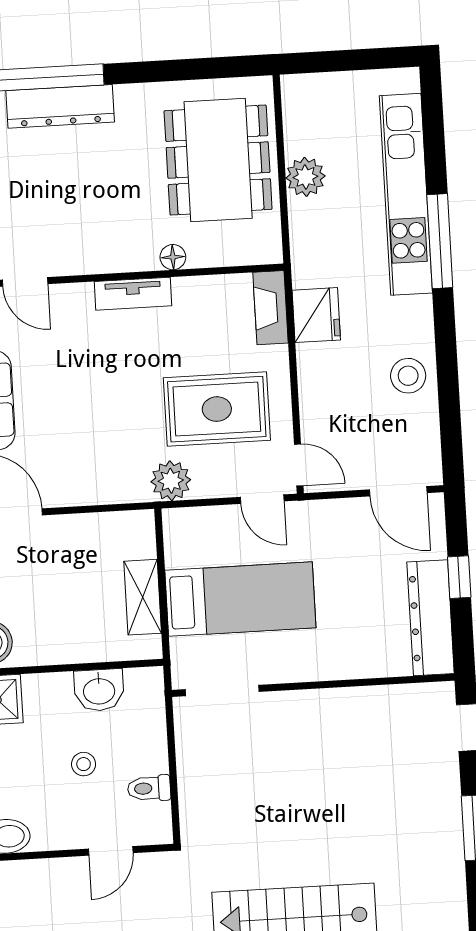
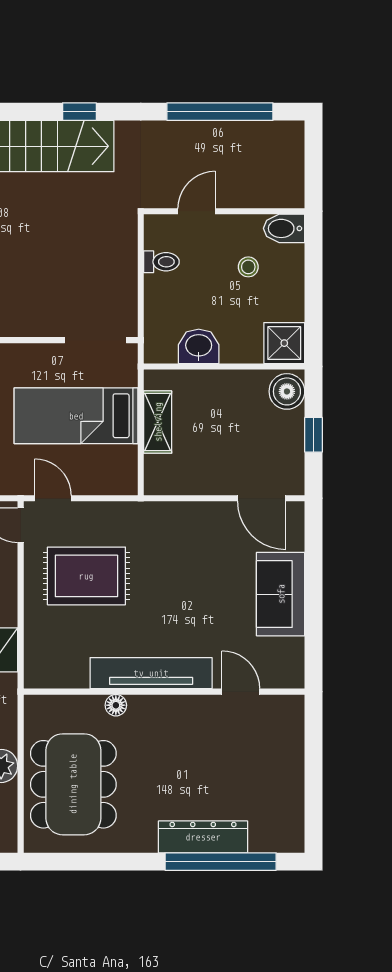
tv unit: (133, 294) -> (151, 673), width x1.92, depth x1.29
fireplace: (271, 308) -> (37, 658), removed
plant: (171, 481) -> (128, 518), removed
stool: (84, 764) -> (248, 267), moved

